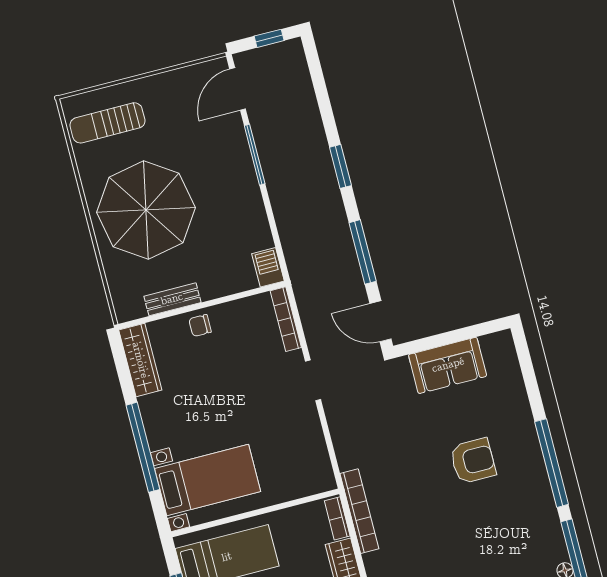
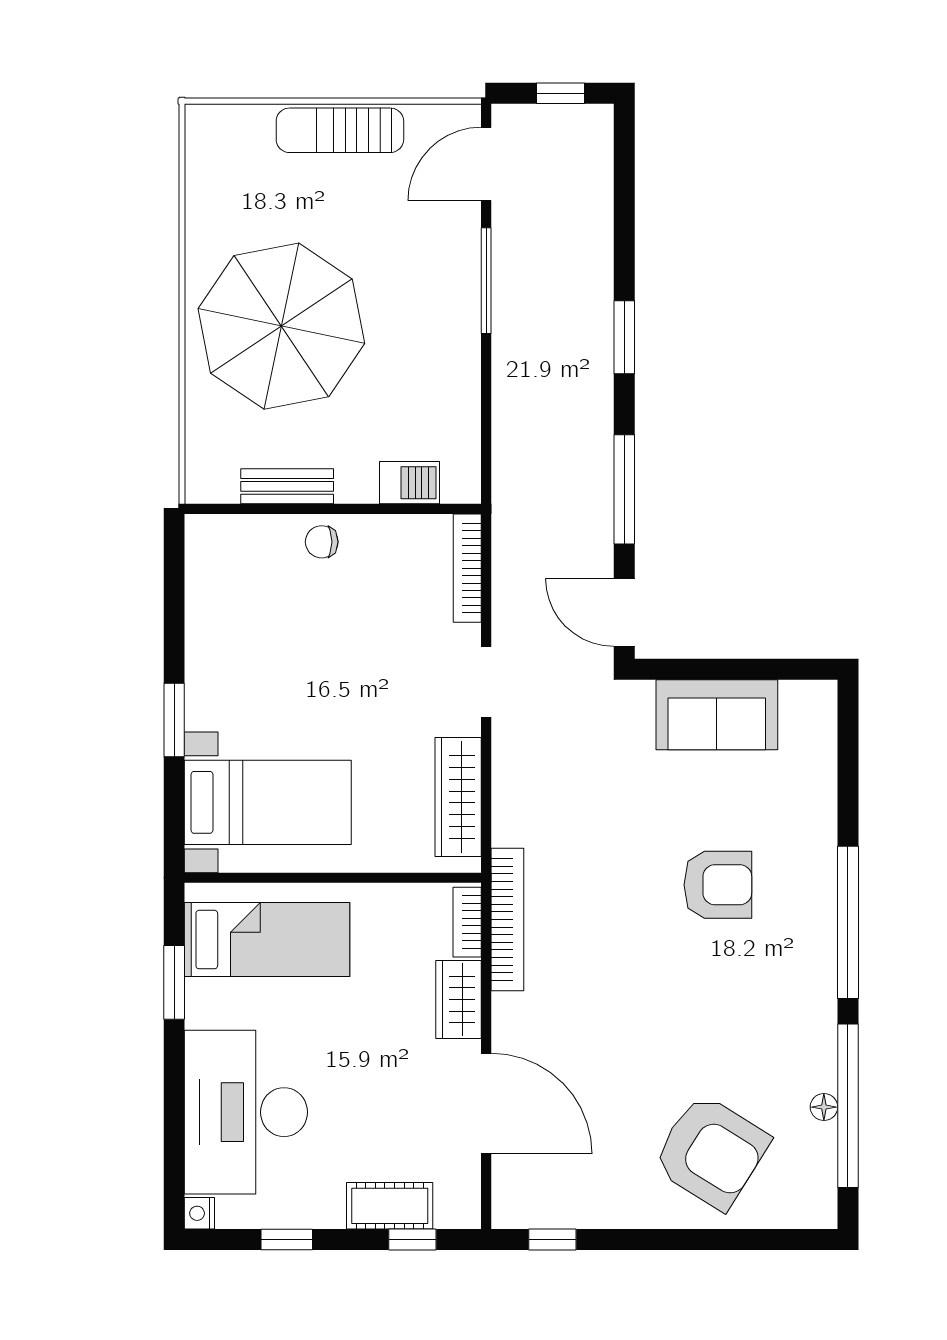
sun lounger: (107, 123) -> (340, 130), moved
barbecue: (268, 267) -> (409, 483), moved, turned 90
wardrobe: (140, 360) -> (458, 797), moved, turned 180
window: (143, 447) -> (174, 720), width x0.47

